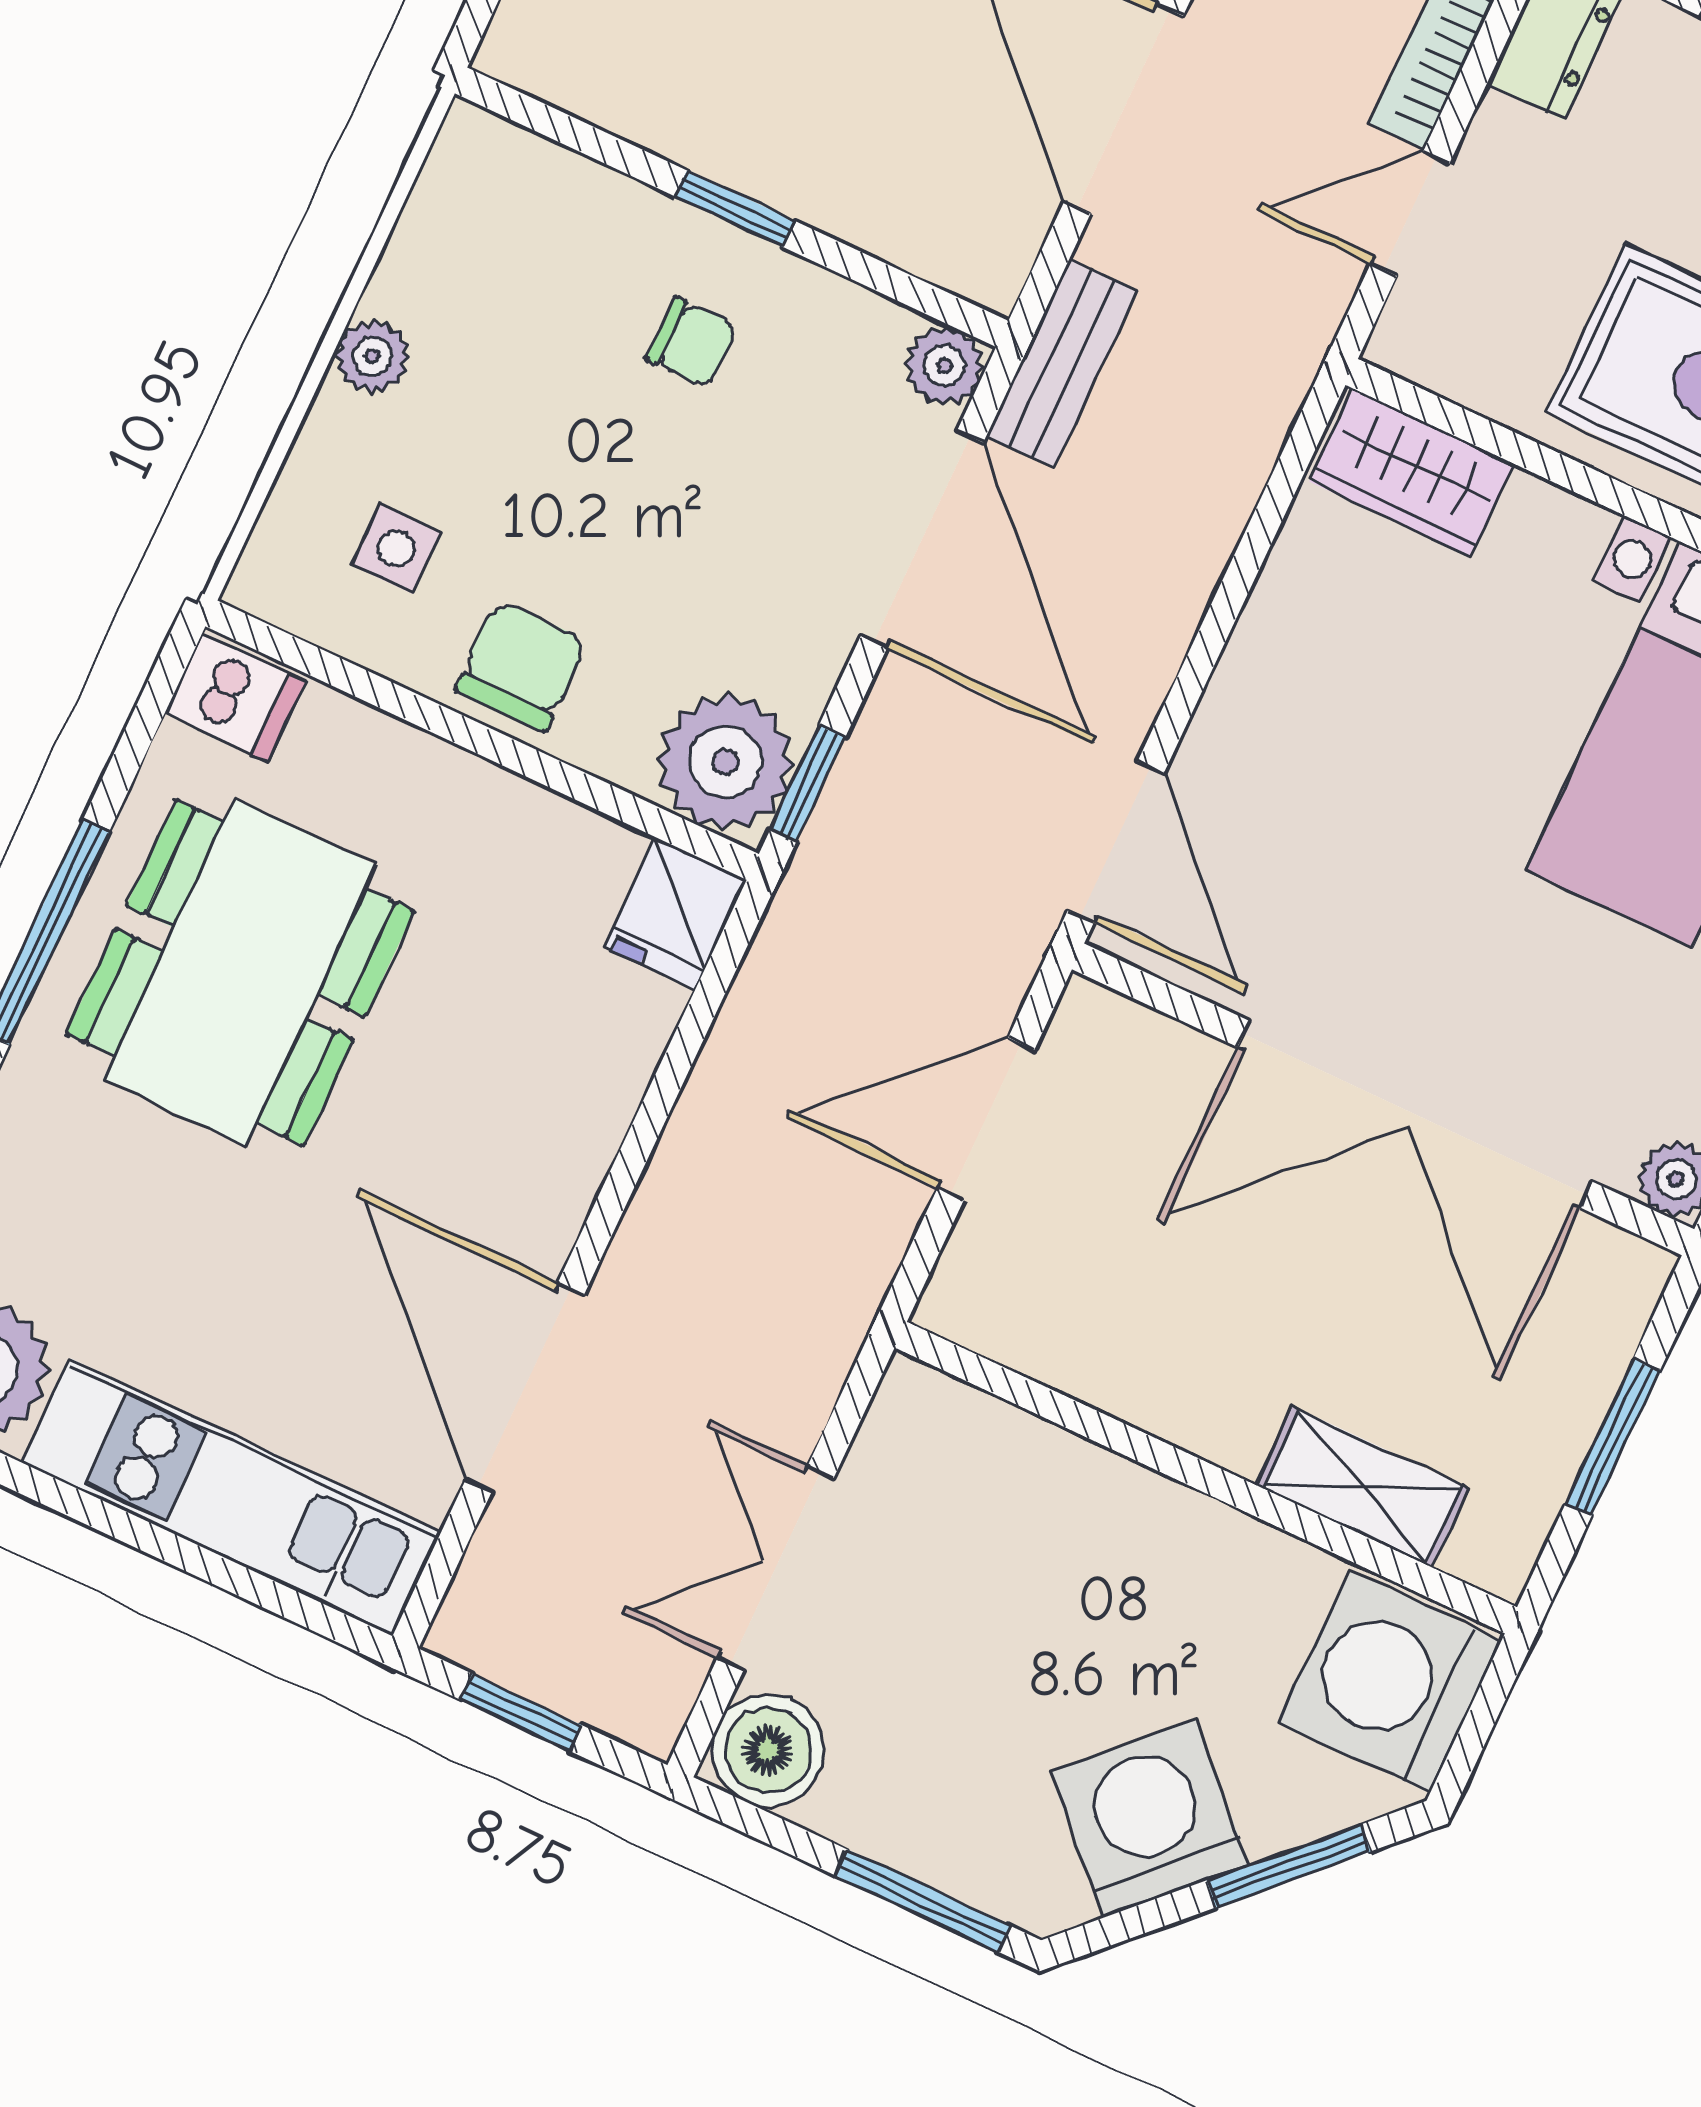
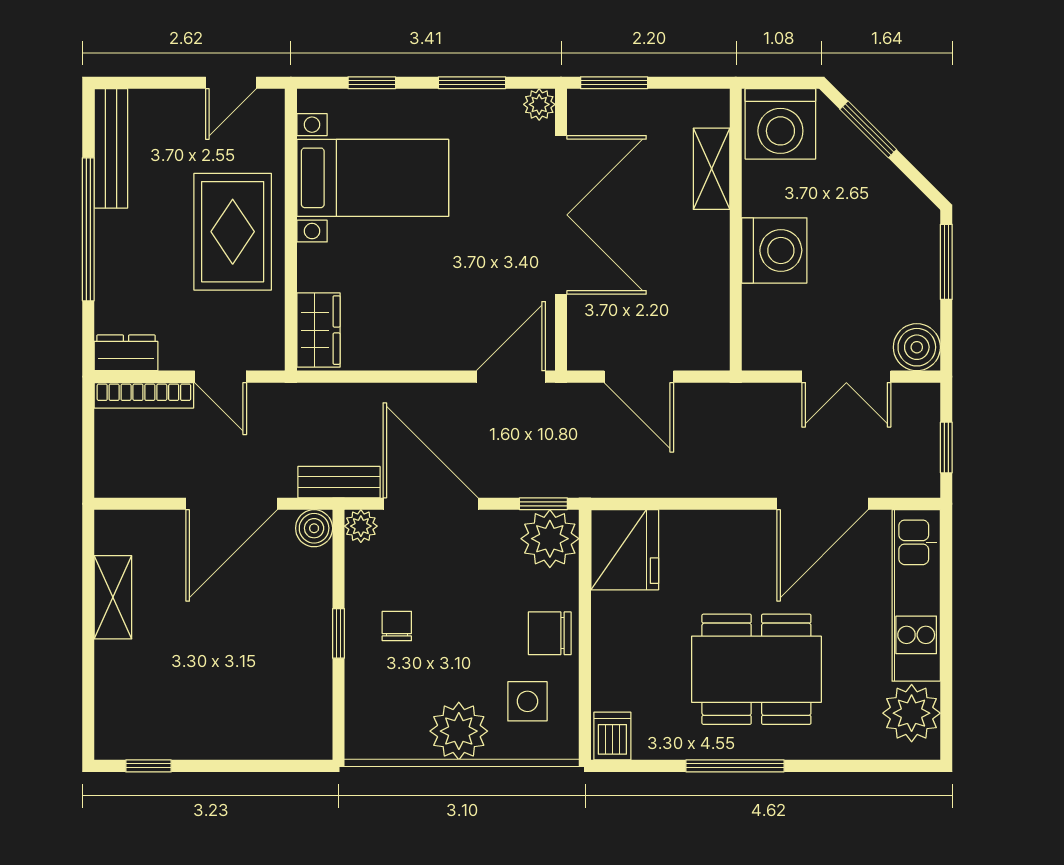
boiler: (987, 262) -> (314, 528), added
plant: (372, 356) -> (459, 731), width x1.87, depth x1.87
door: (922, 539) -> (431, 504), hinge flipped
side table: (396, 549) -> (527, 701), width x1.37, depth x1.37
fridge: (675, 913) -> (625, 550), width x1.88, depth x1.34
dining table: (240, 973) -> (756, 669), moved
window: (1613, 1437) -> (614, 83), moved
washing machine: (1149, 1818) -> (774, 250), moved, turned -135

